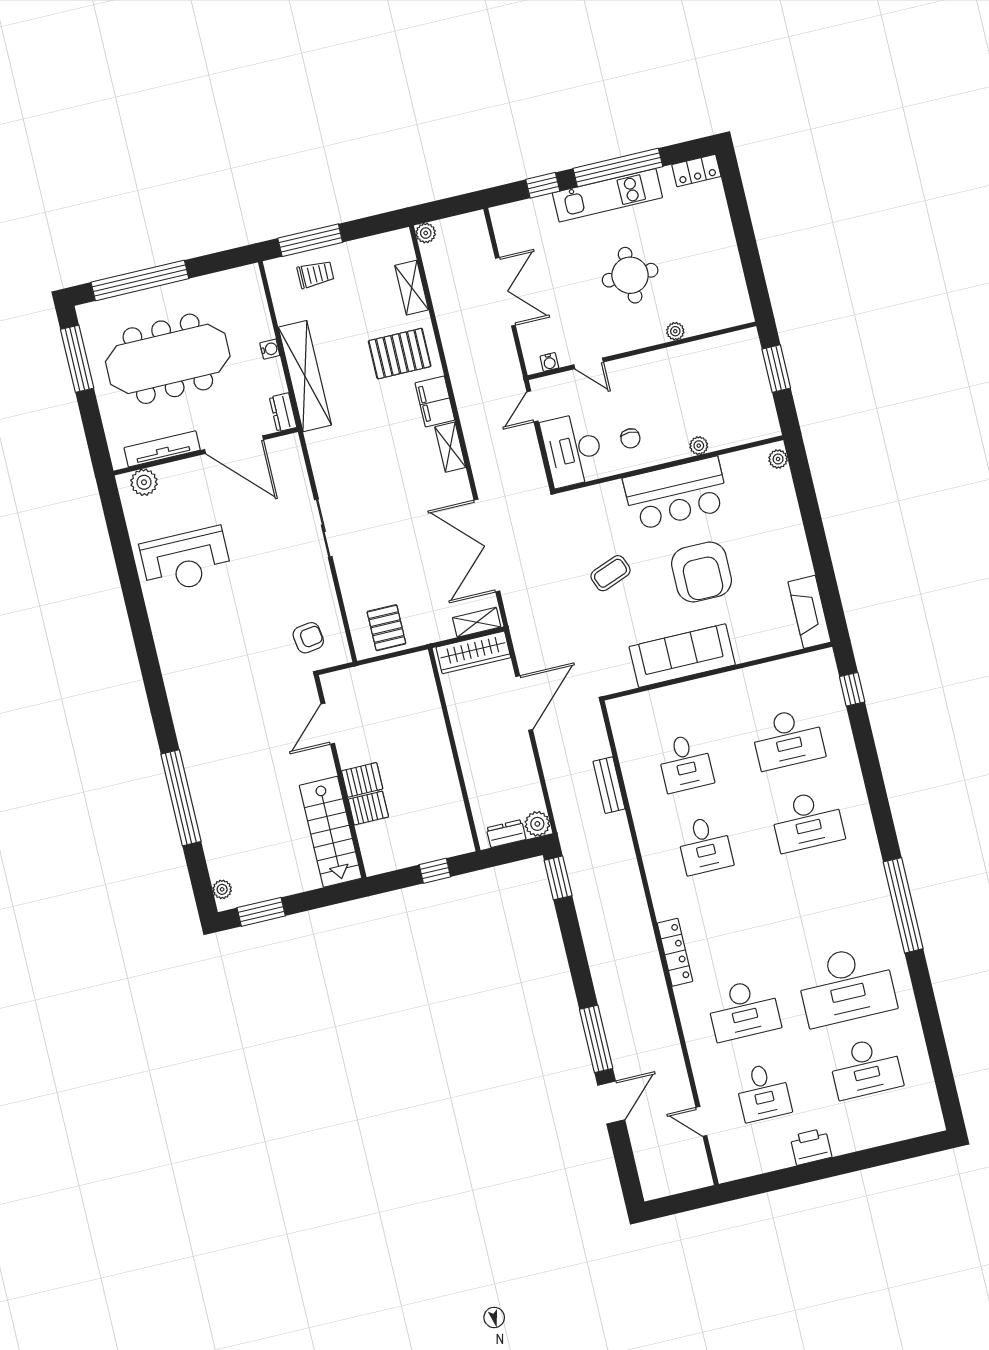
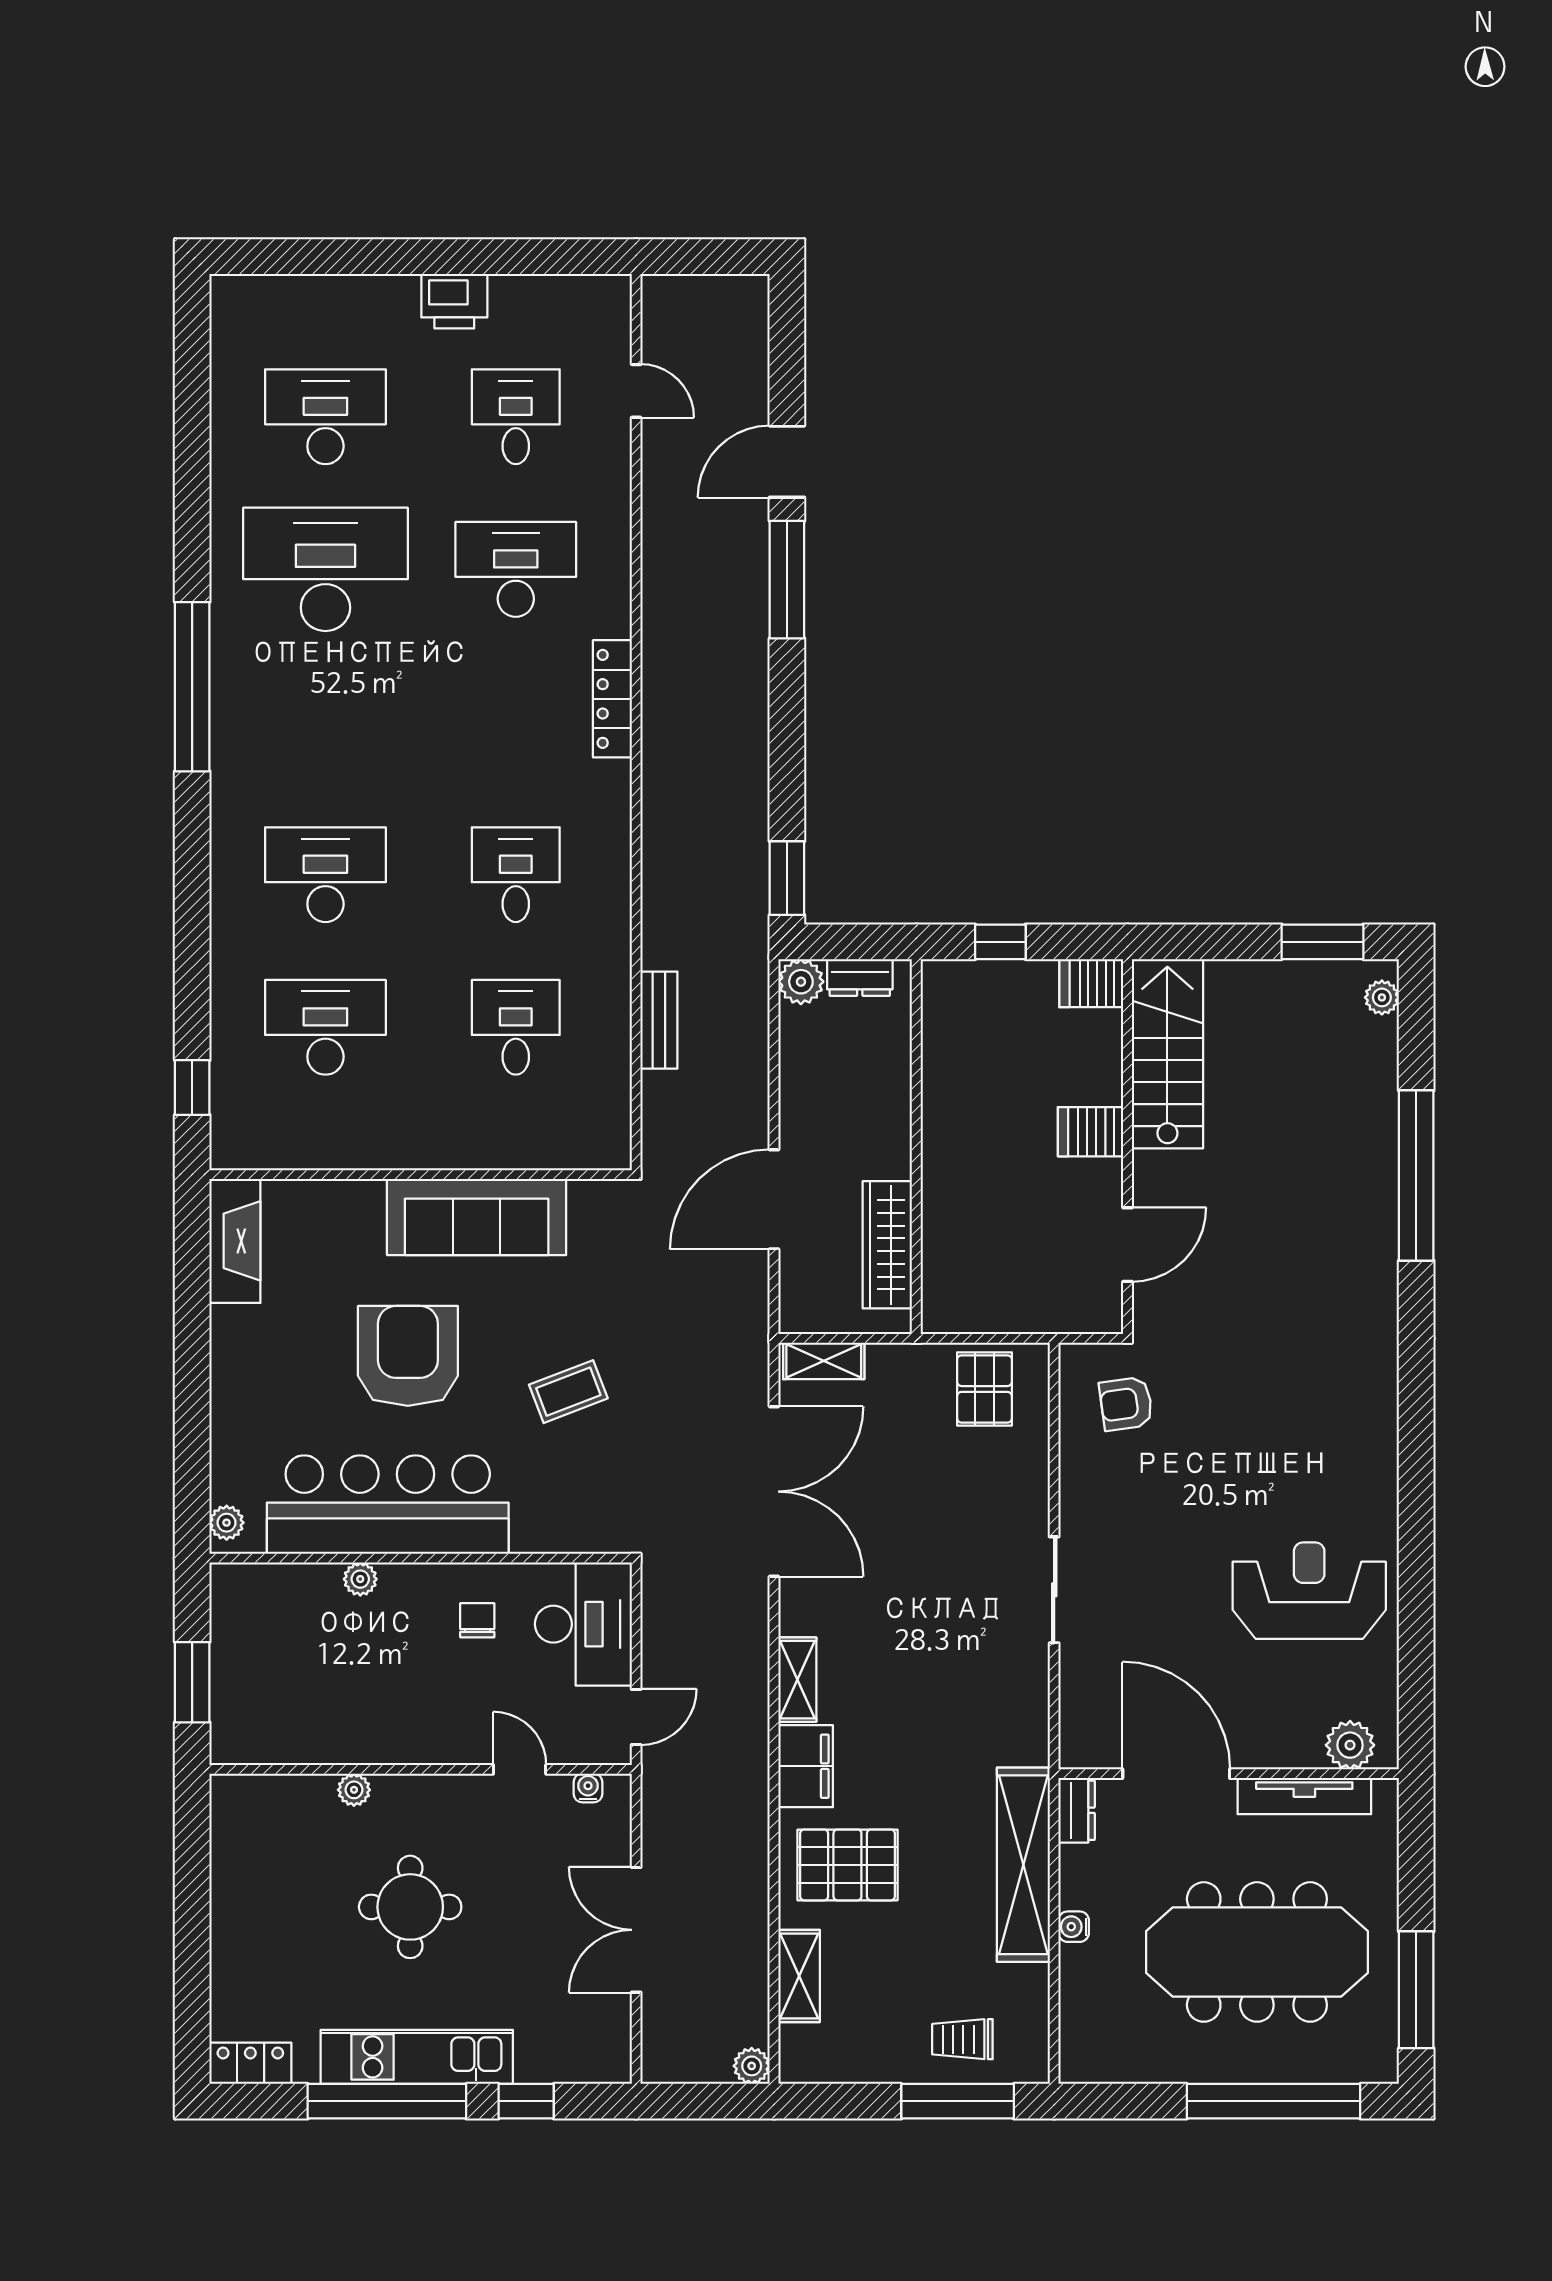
bar counter: (676, 493) -> (388, 1505), width x1.36
wardrobe: (473, 652) -> (887, 1245), moved, turned -90
server rack: (368, 808) -> (1091, 983), moved

